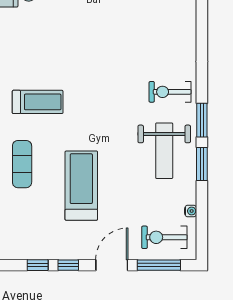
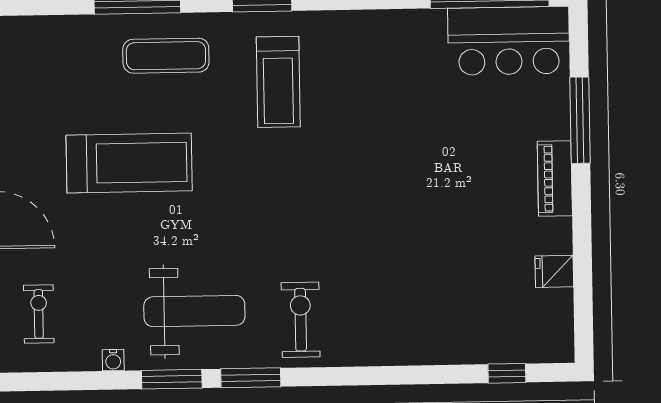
weight bench: (164, 151) -> (194, 311), turned 180
water cooler: (191, 211) -> (113, 360), moved
exercise bike: (164, 237) -> (39, 314), width x0.73, depth x0.72

